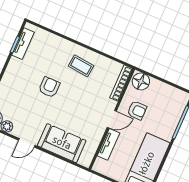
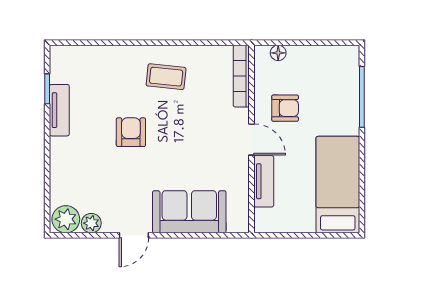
tv unit: (23, 44) -> (59, 110), moved
floor lamp: (141, 81) -> (278, 53), width x0.53, depth x0.53
door: (112, 119) -> (251, 139), hinge flipped

